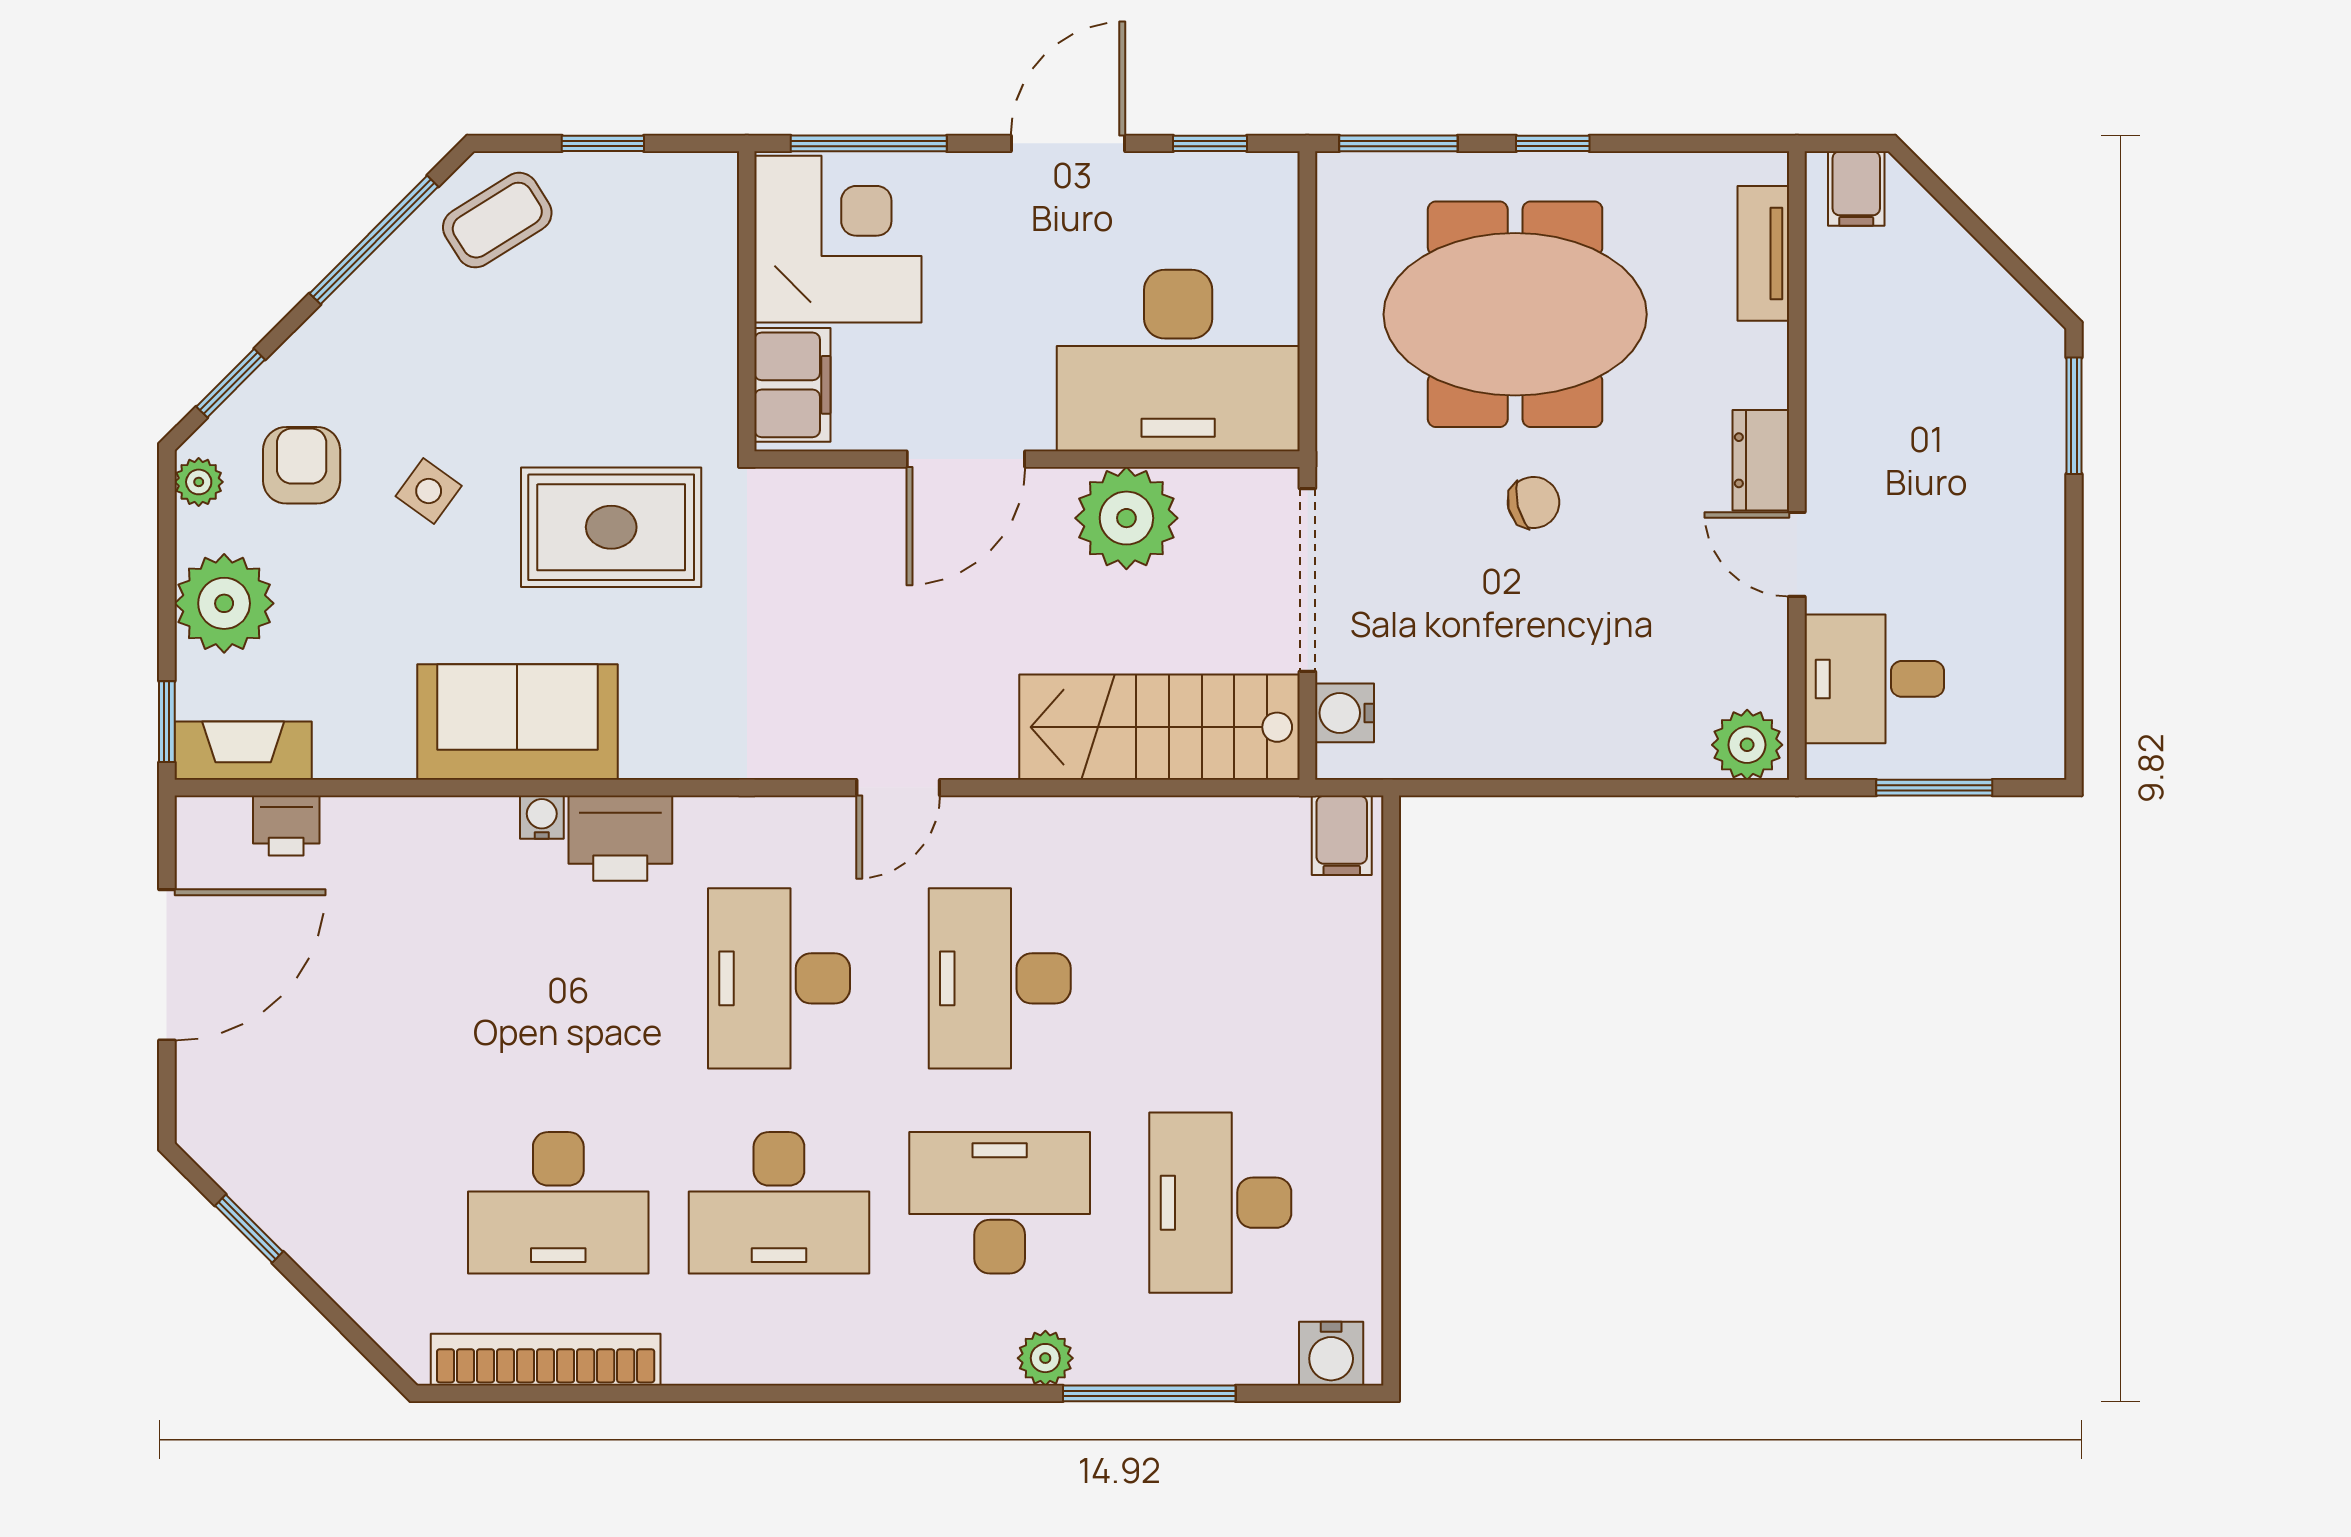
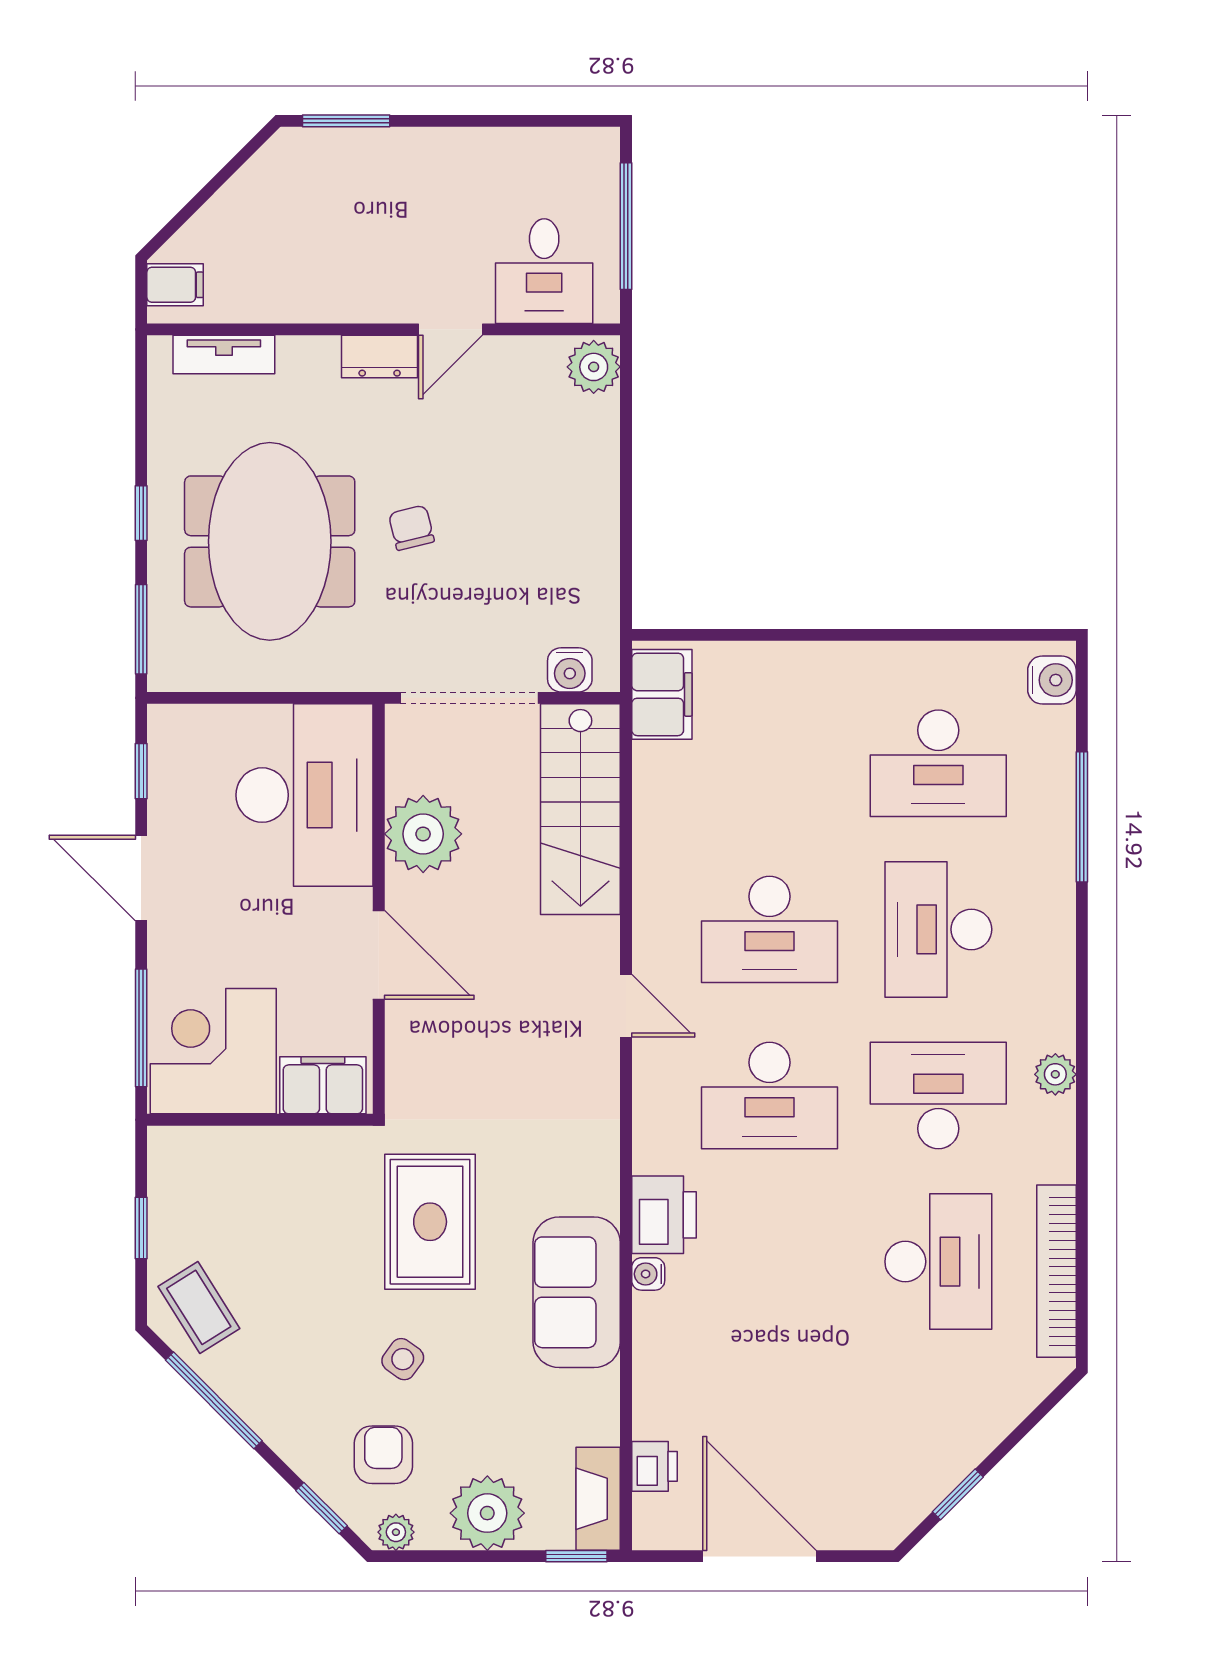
armchair: (302, 465) -> (383, 1455), turned 90
window: (1934, 788) -> (626, 226), width x1.44
filing cabinet: (1342, 835) -> (662, 694), width x2.00
desk: (779, 1203) -> (938, 1096), turned -90
plant: (1045, 1358) -> (1055, 1074), moved

